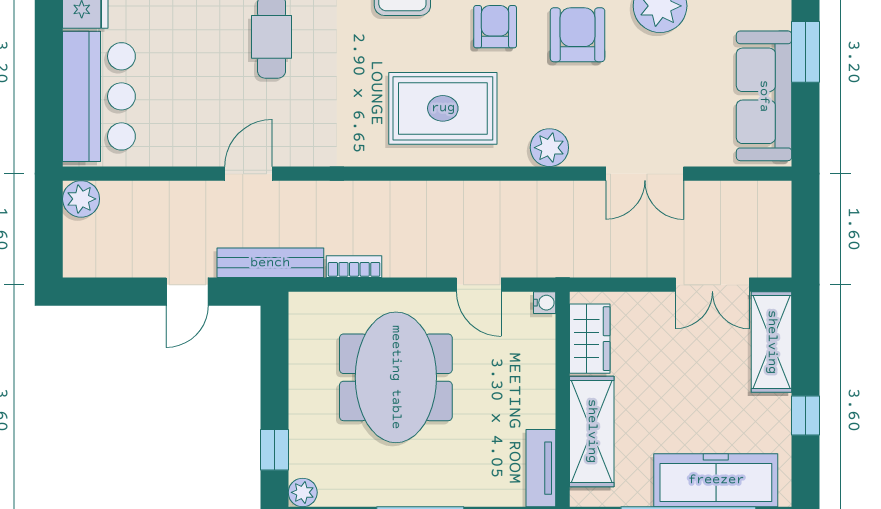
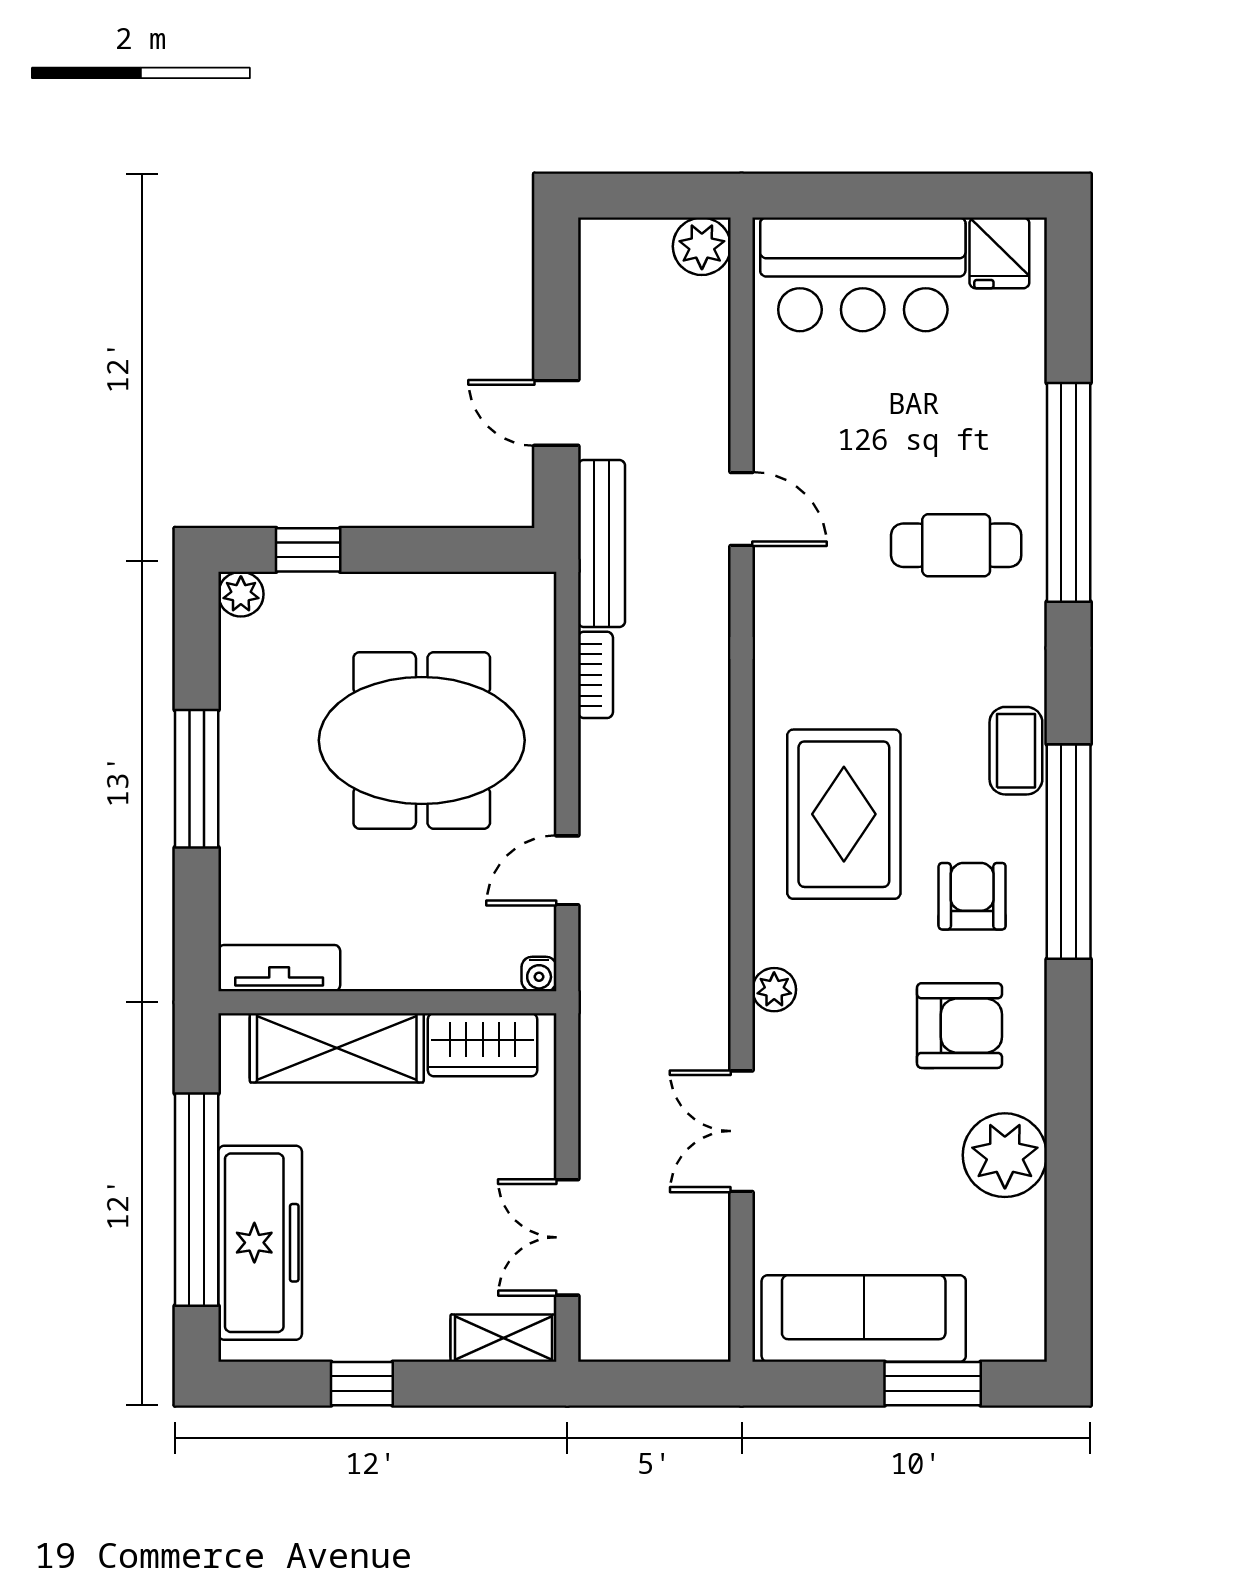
armchair: (495, 27) -> (972, 896), turned -90
plant: (549, 148) -> (774, 990), width x0.73, depth x0.73
shelving: (772, 342) -> (504, 1338), width x0.67, depth x0.75

